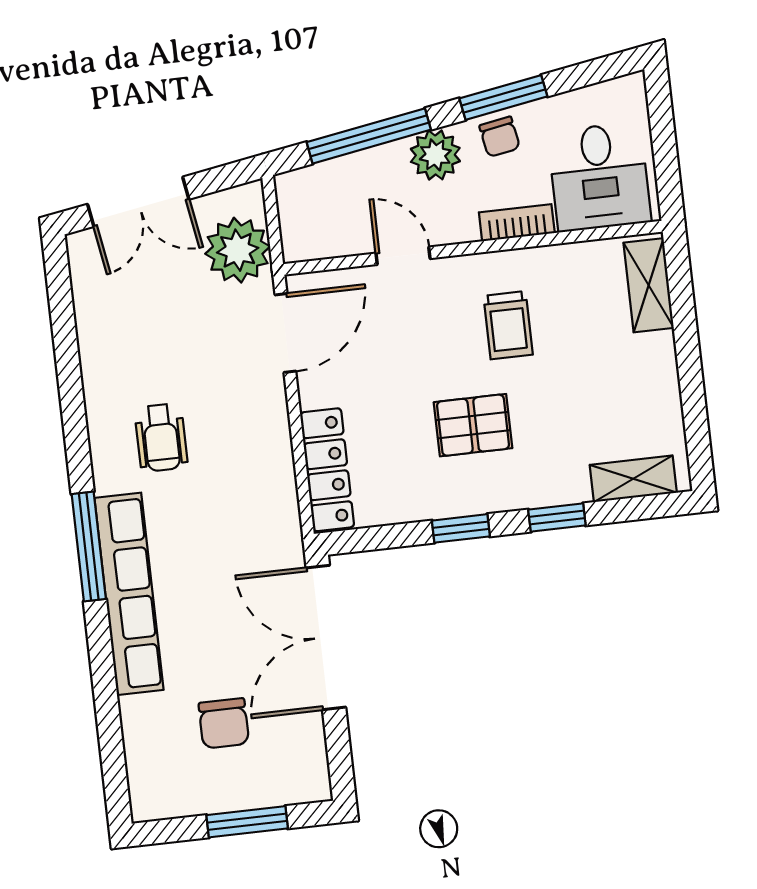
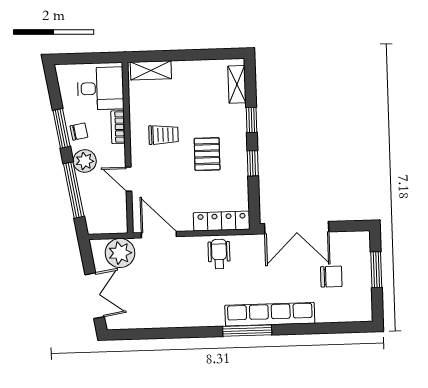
door: (403, 256) -> (129, 179), hinge flipped
wheelchair: (161, 437) -> (219, 254), moved, turned -90

